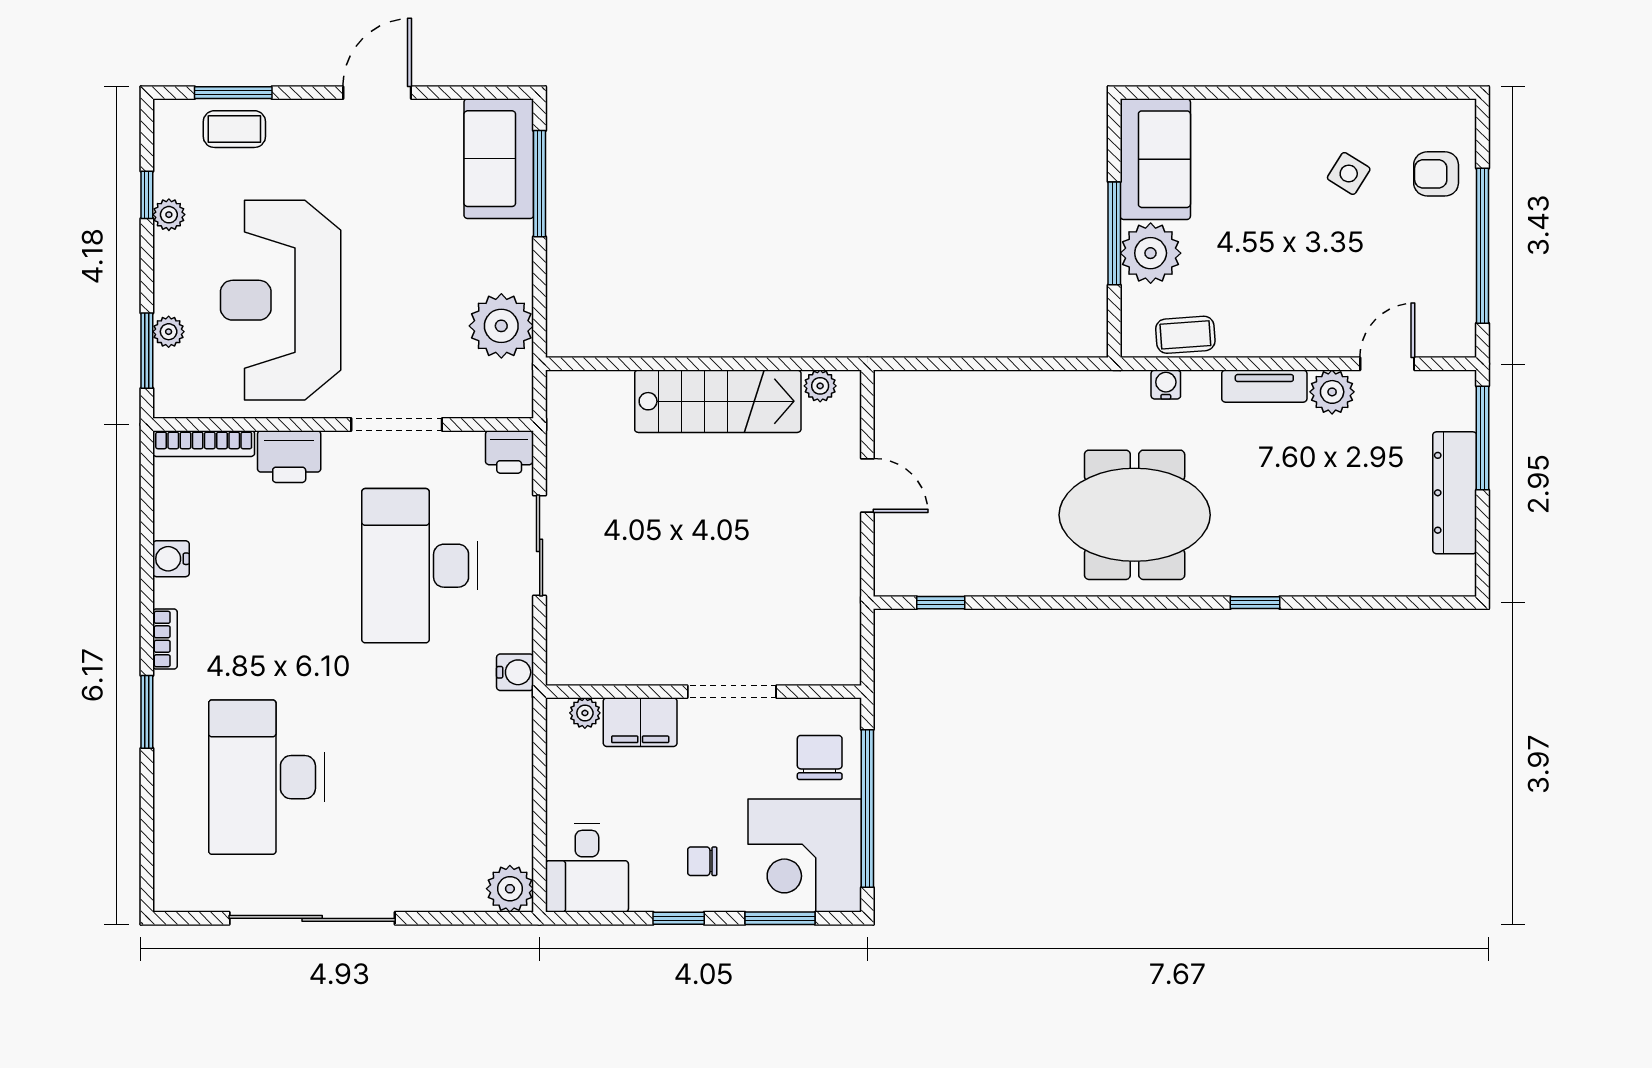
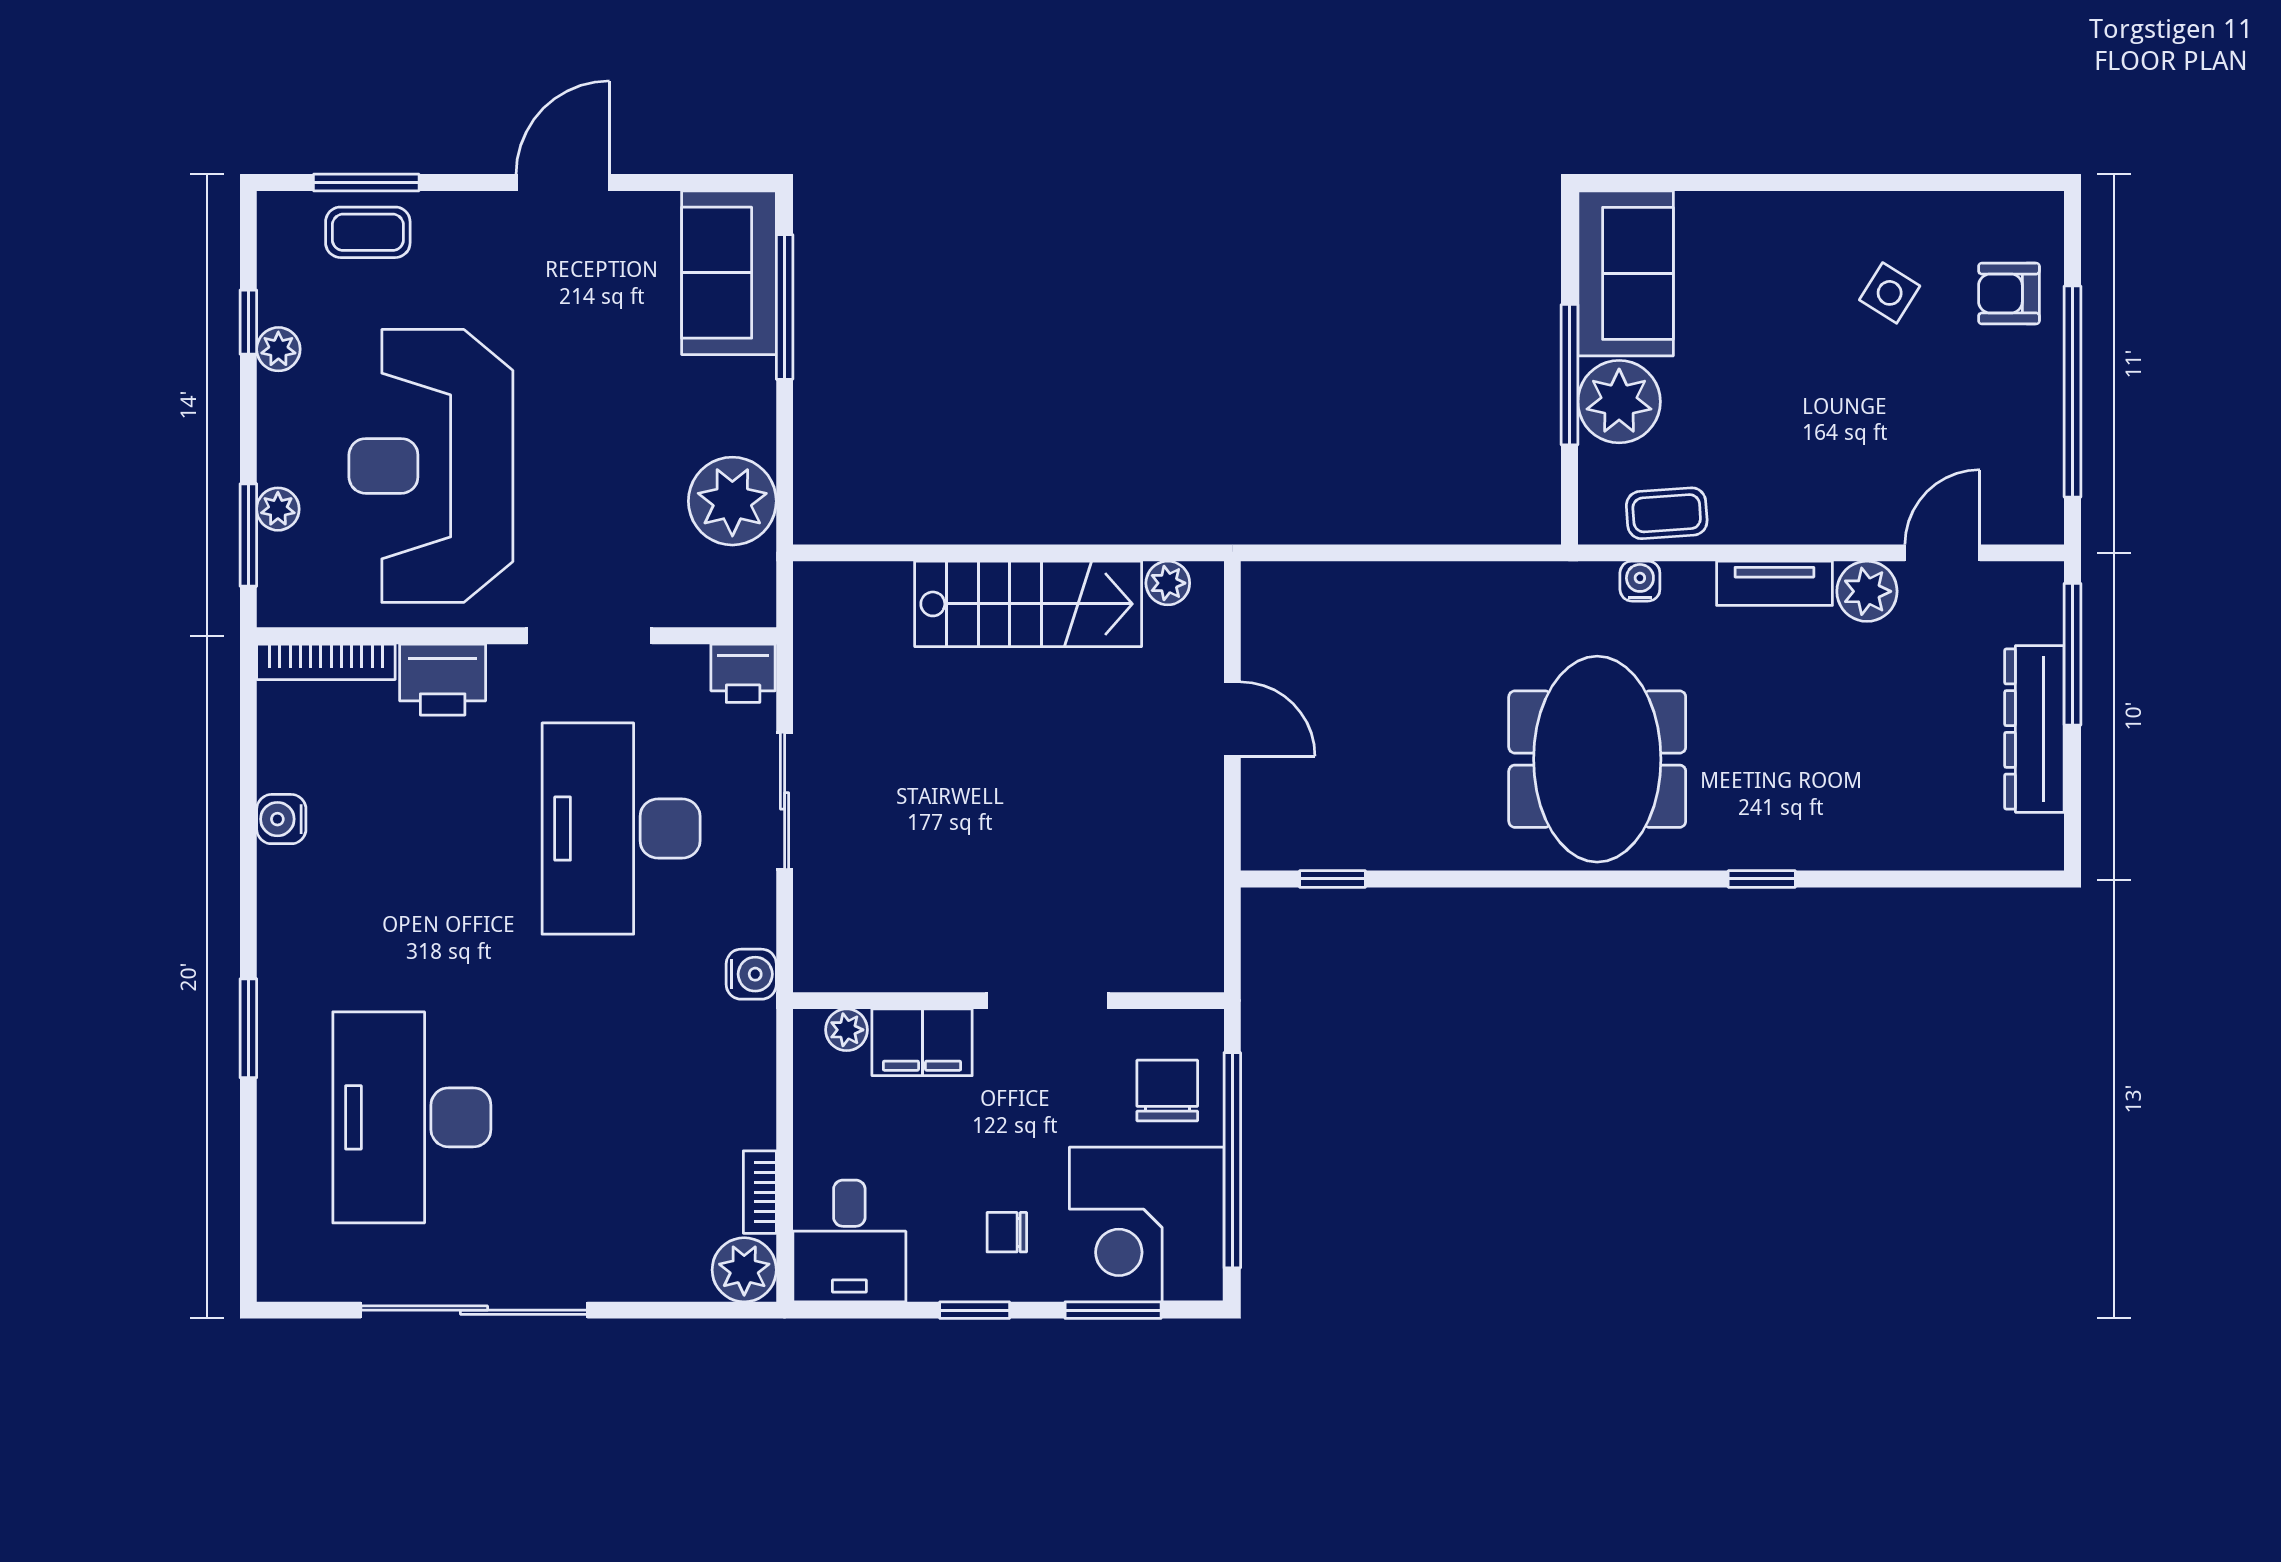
meeting table: (1135, 515) -> (1597, 759), turned 90
bookcase: (165, 639) -> (760, 1192), moved, turned 180

